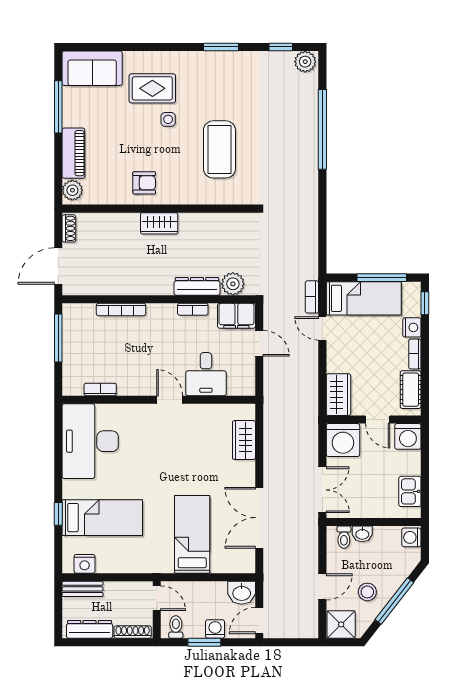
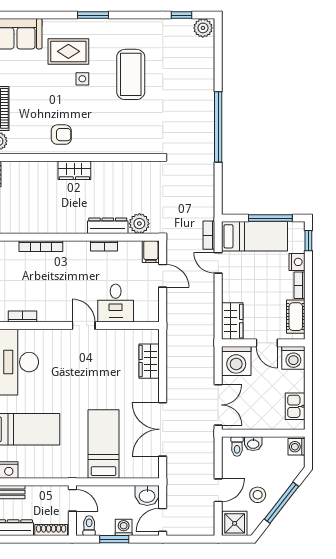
window: (221, 47) -> (93, 15), moved
window: (322, 129) -> (218, 127), moved
coffee table: (219, 149) -> (131, 74), moved
filing cabinet: (236, 316) -> (151, 252), width x0.50

